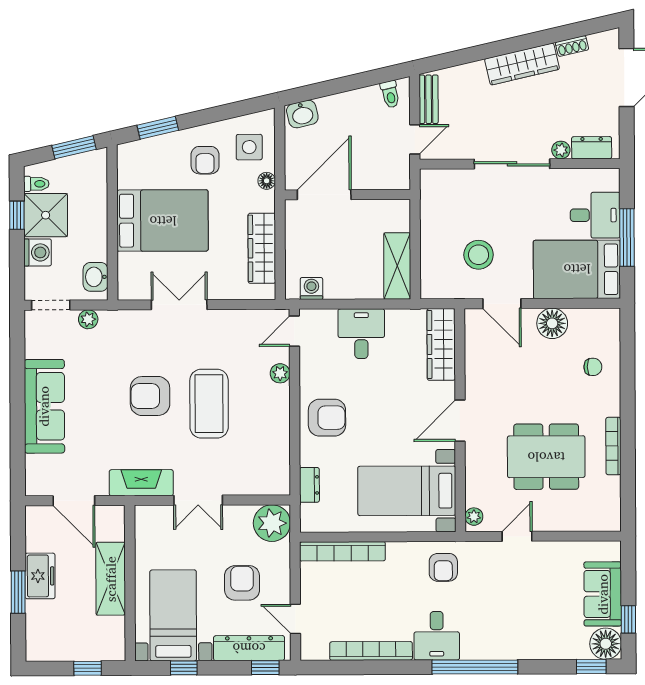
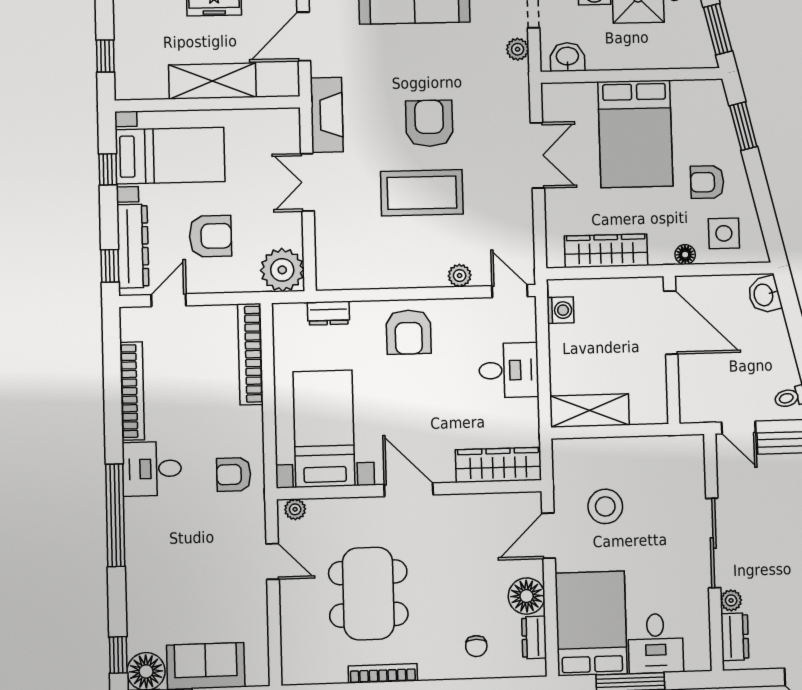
dresser: (587, 318) -> (534, 637), added

